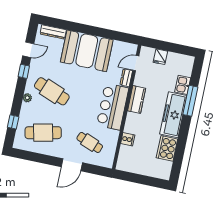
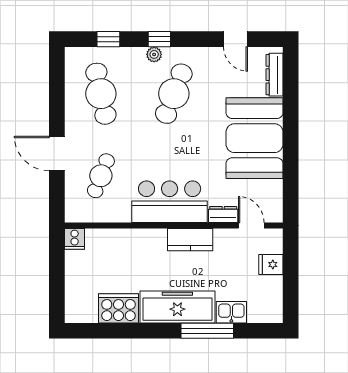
window: (24, 71) -> (159, 39), moved
cooker: (128, 139) -> (75, 239), moved

